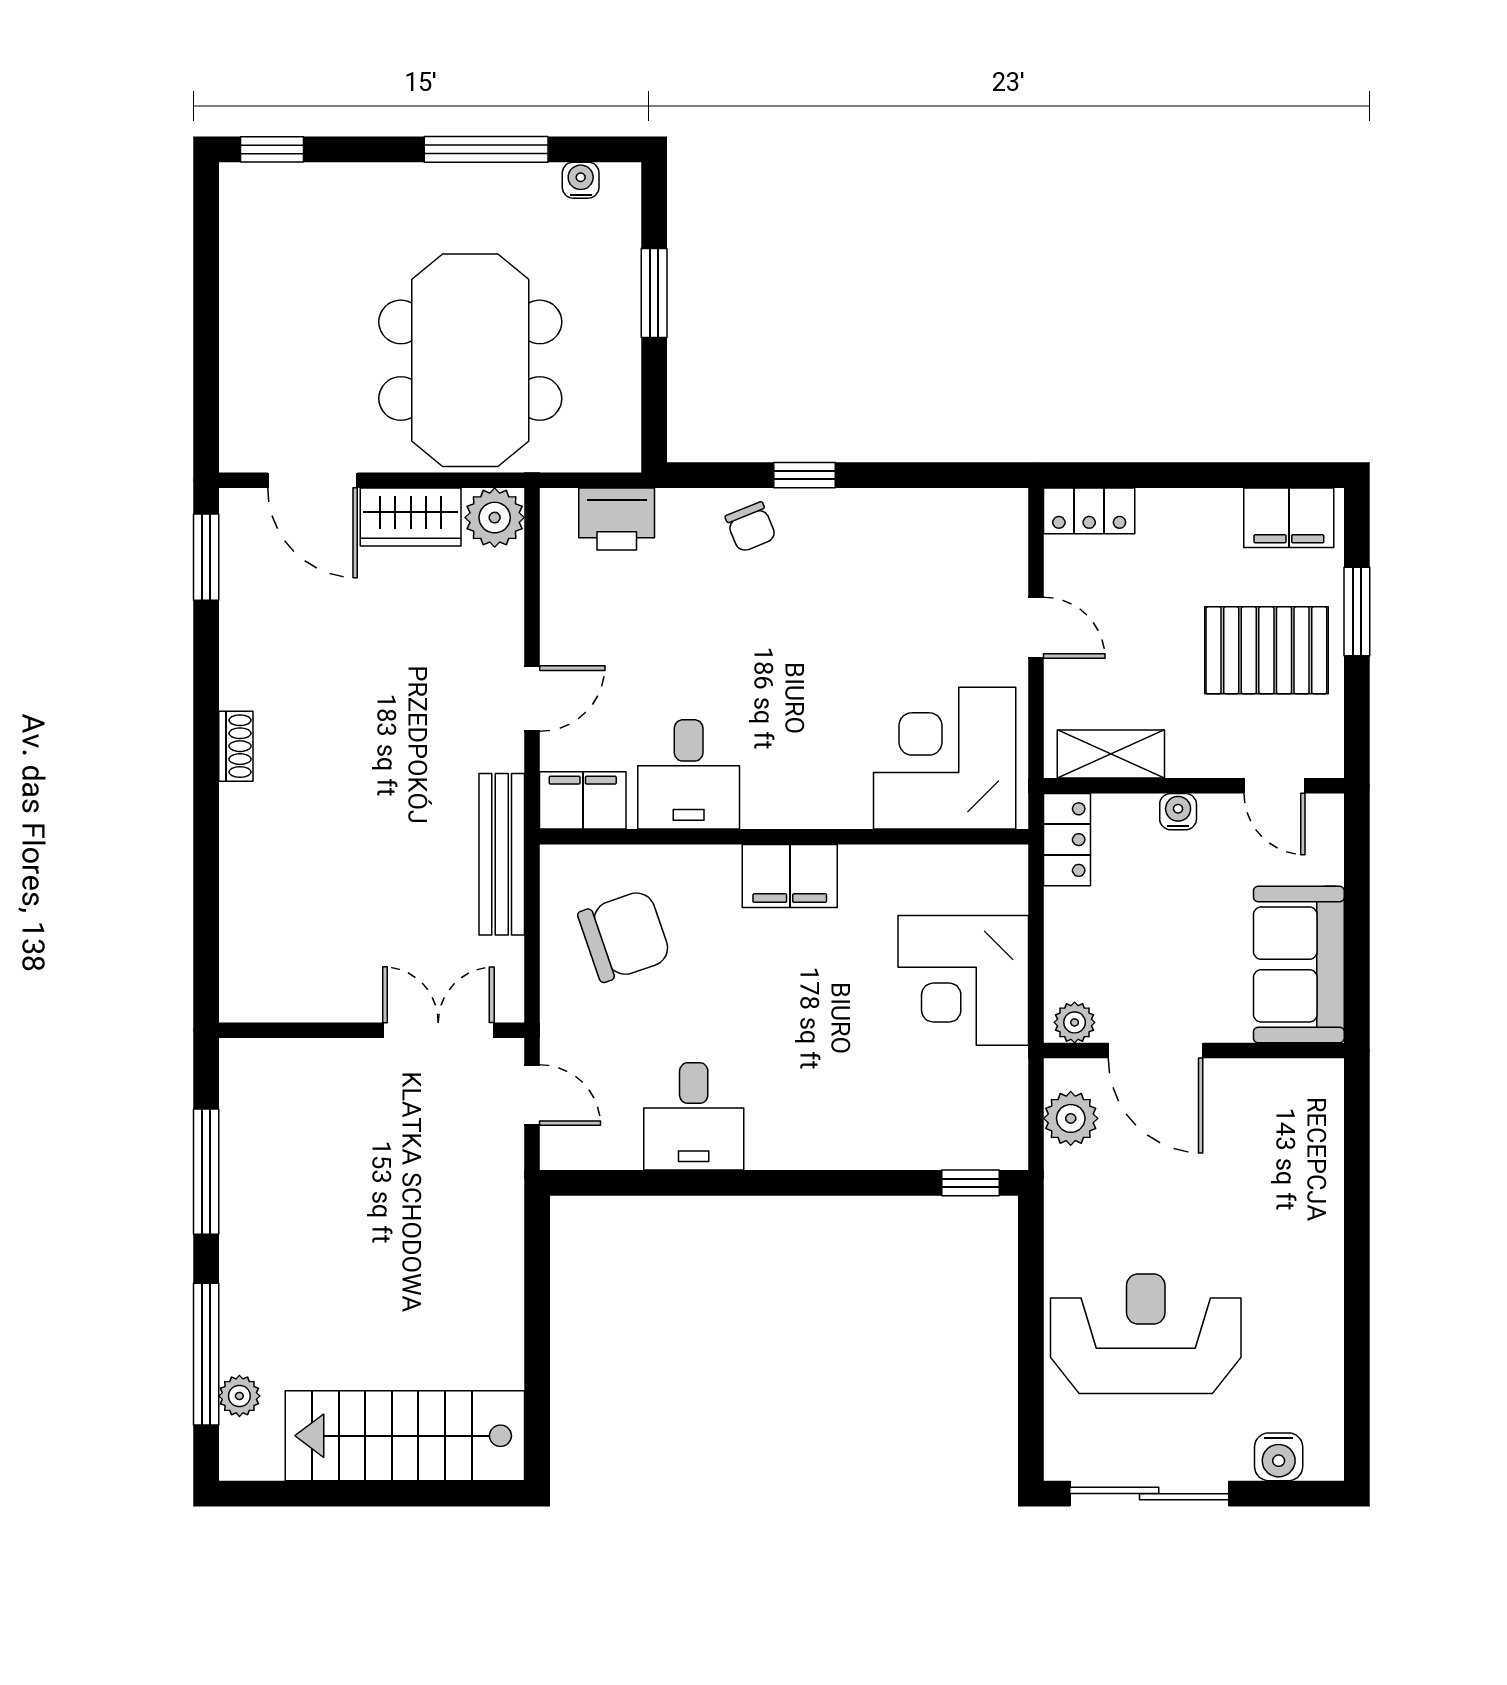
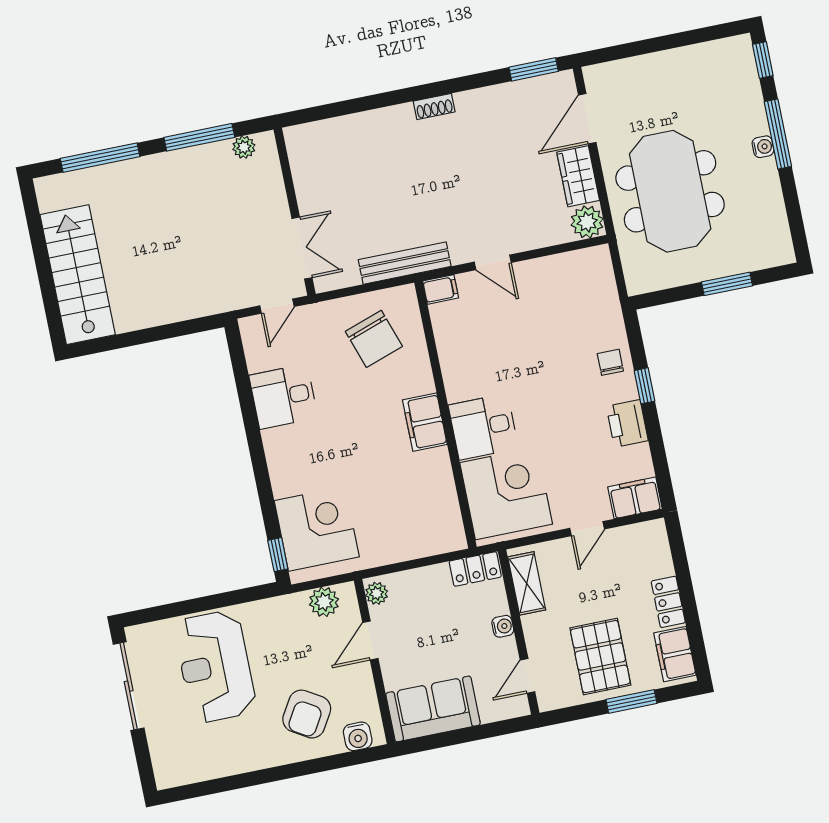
window: (486, 149) -> (778, 134), moved
water cooler: (581, 180) -> (763, 147), moved
meeting table: (470, 360) -> (670, 191), turned 90
locker: (1089, 511) -> (668, 602), moved
printer: (617, 519) -> (627, 423), moved
chair: (751, 527) -> (610, 362), turned 112
filing cabinet: (999, 532) -> (635, 498), added
desk: (689, 774) -> (483, 427), moved
filing cabinet: (583, 800) -> (441, 289), width x0.50
corner desk: (963, 980) -> (317, 529), moved, turned 90
door: (1156, 1051) -> (370, 641), width x0.73
armchair: (1262, 1189) -> (307, 714), added
reception desk: (1146, 1334) -> (215, 667), turned 180
plant: (239, 1396) -> (244, 147), moved
water cooler: (1279, 1457) -> (358, 736), moved, turned -90

